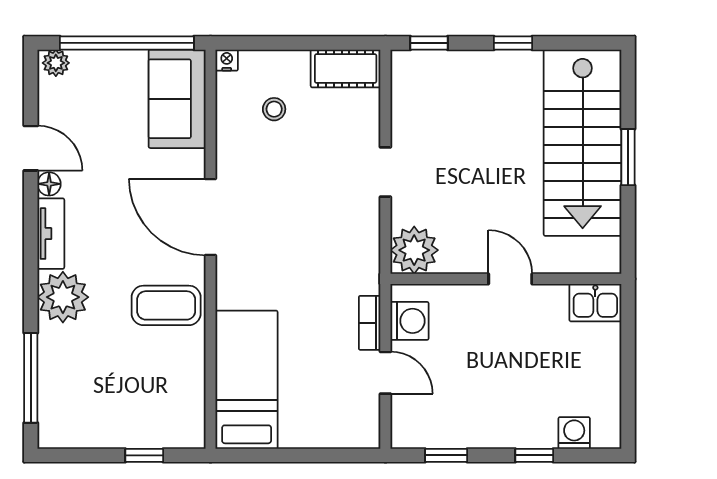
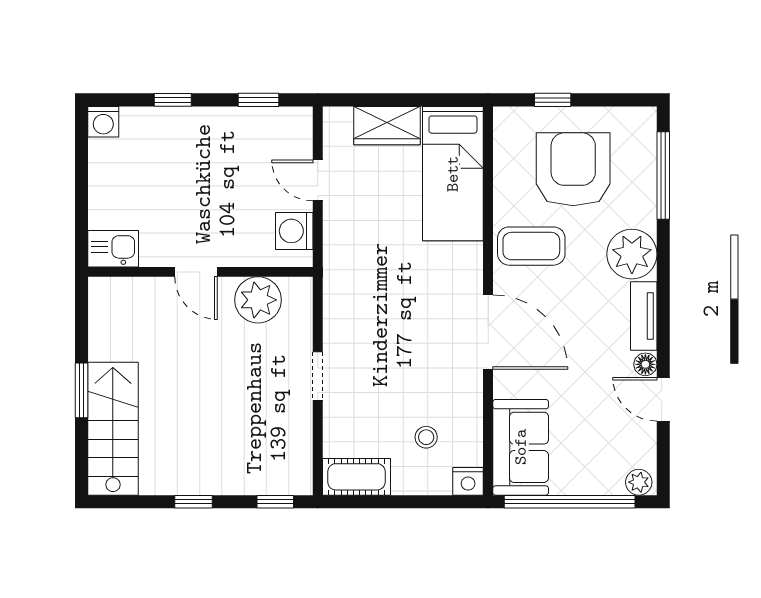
nightstand: (227, 60) -> (468, 481), width x1.39, depth x1.35
stairs: (583, 143) -> (113, 429), width x0.73, depth x0.66
plant: (414, 250) -> (258, 300), moved
bookcase: (370, 323) -> (333, 229), removed
armchair: (123, 384) -> (573, 169), added
wardrobe: (314, 429) -> (387, 126), added
washing machine: (574, 433) -> (103, 122), moved

